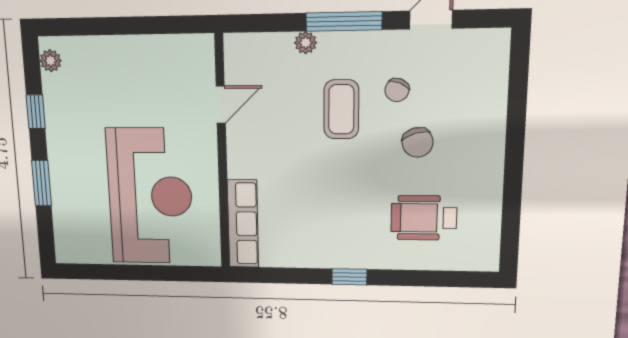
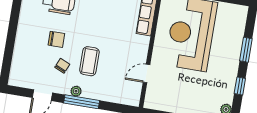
plant: (306, 43) -> (76, 91), moved
chair: (418, 142) -> (56, 39), turned 107

